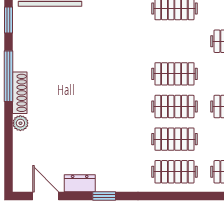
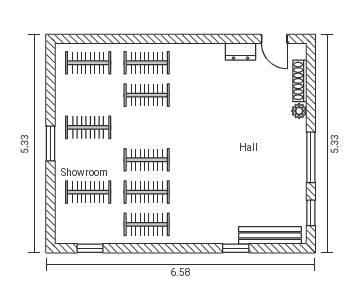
shoe rack: (20, 93) -> (300, 81), moved
clothes rail: (174, 107) -> (147, 192), moved
window: (104, 196) -> (216, 39), removed

